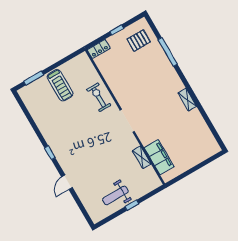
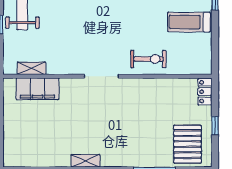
pallet: (139, 41) -> (187, 144), width x1.50, depth x1.42
shelving: (142, 157) -> (32, 68), moved

